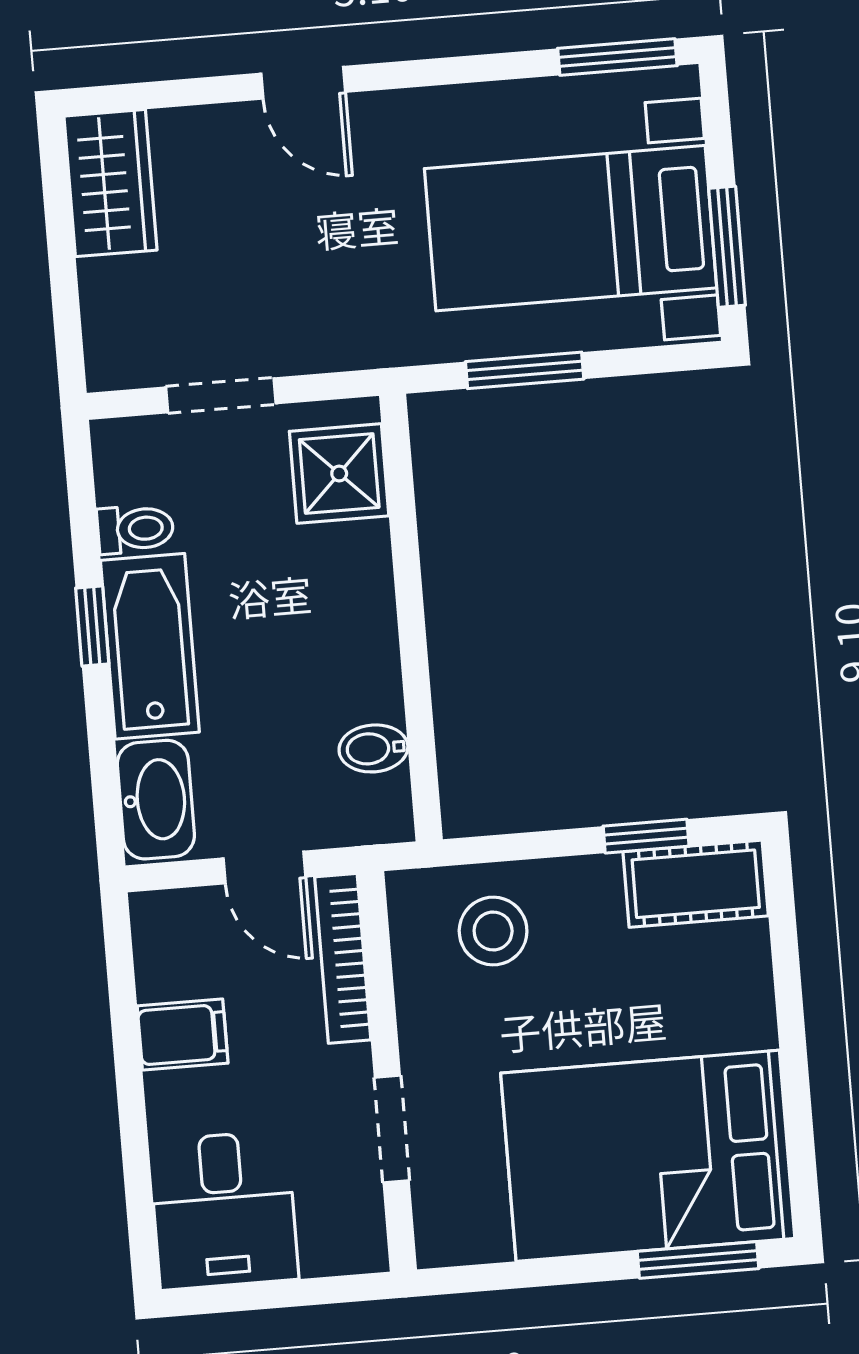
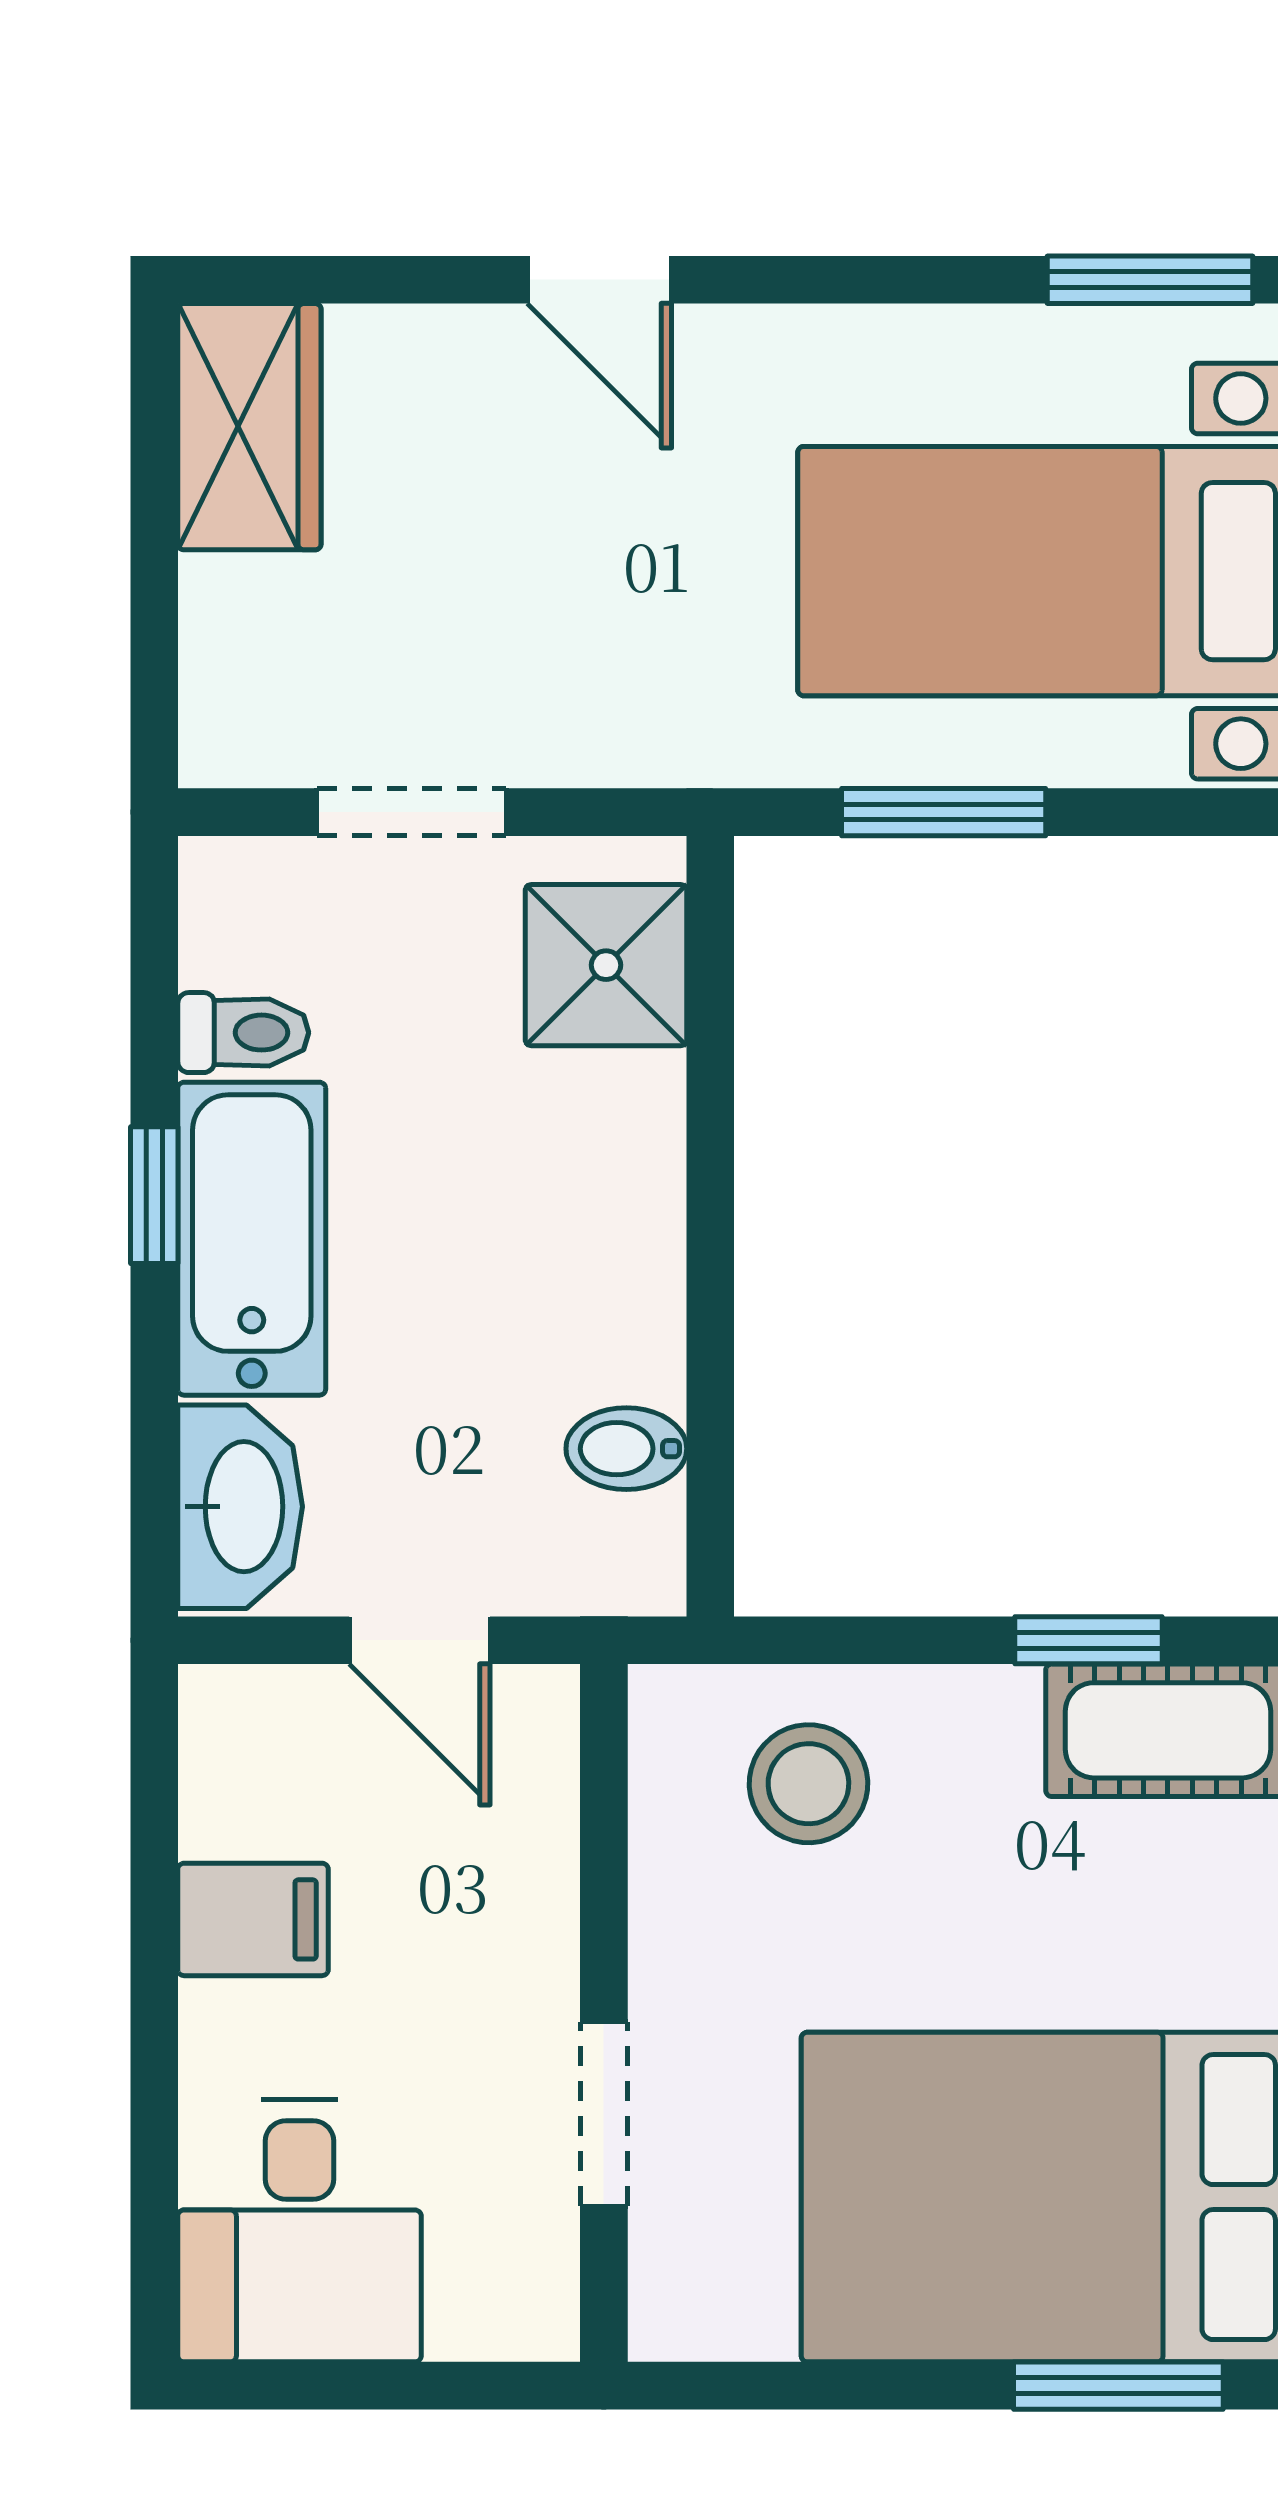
bookcase: (343, 958) -> (543, 1810), removed

